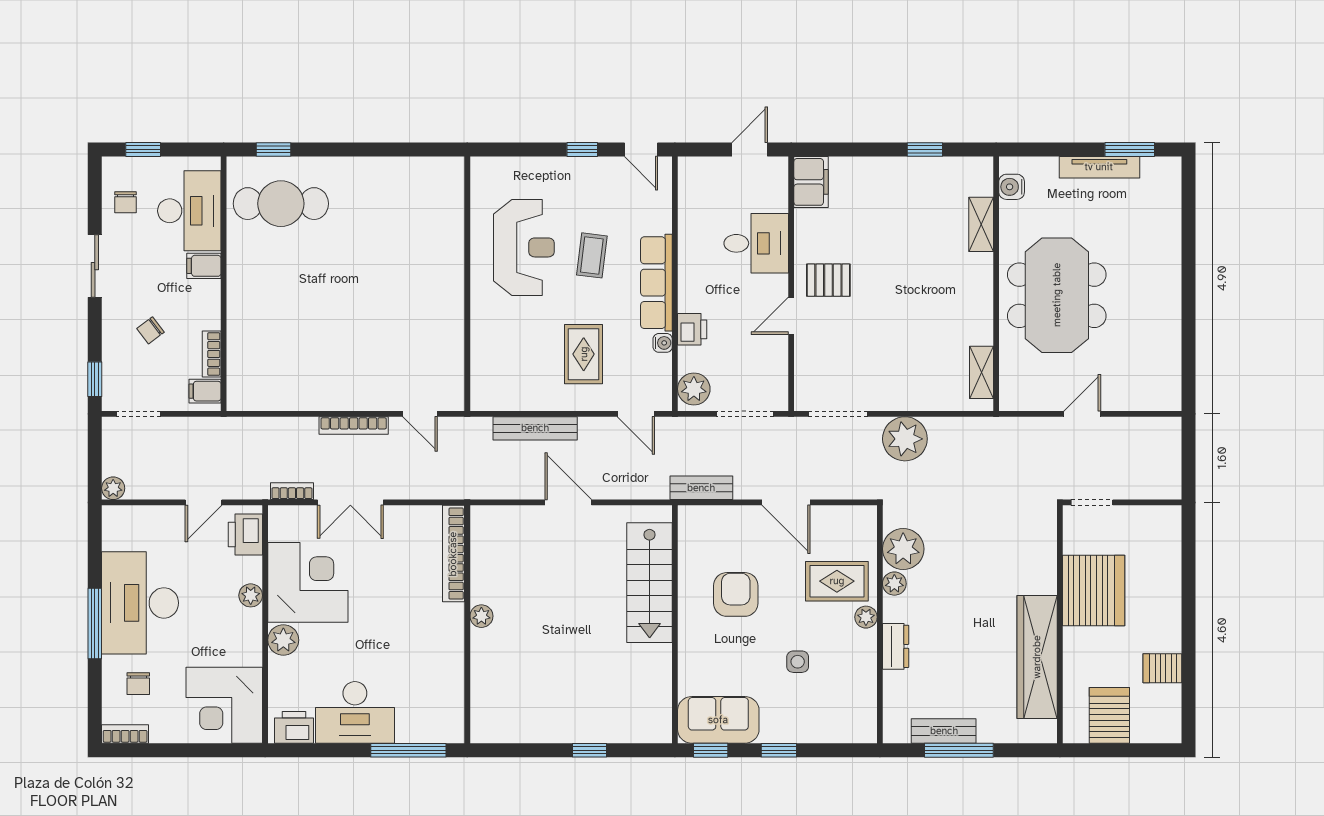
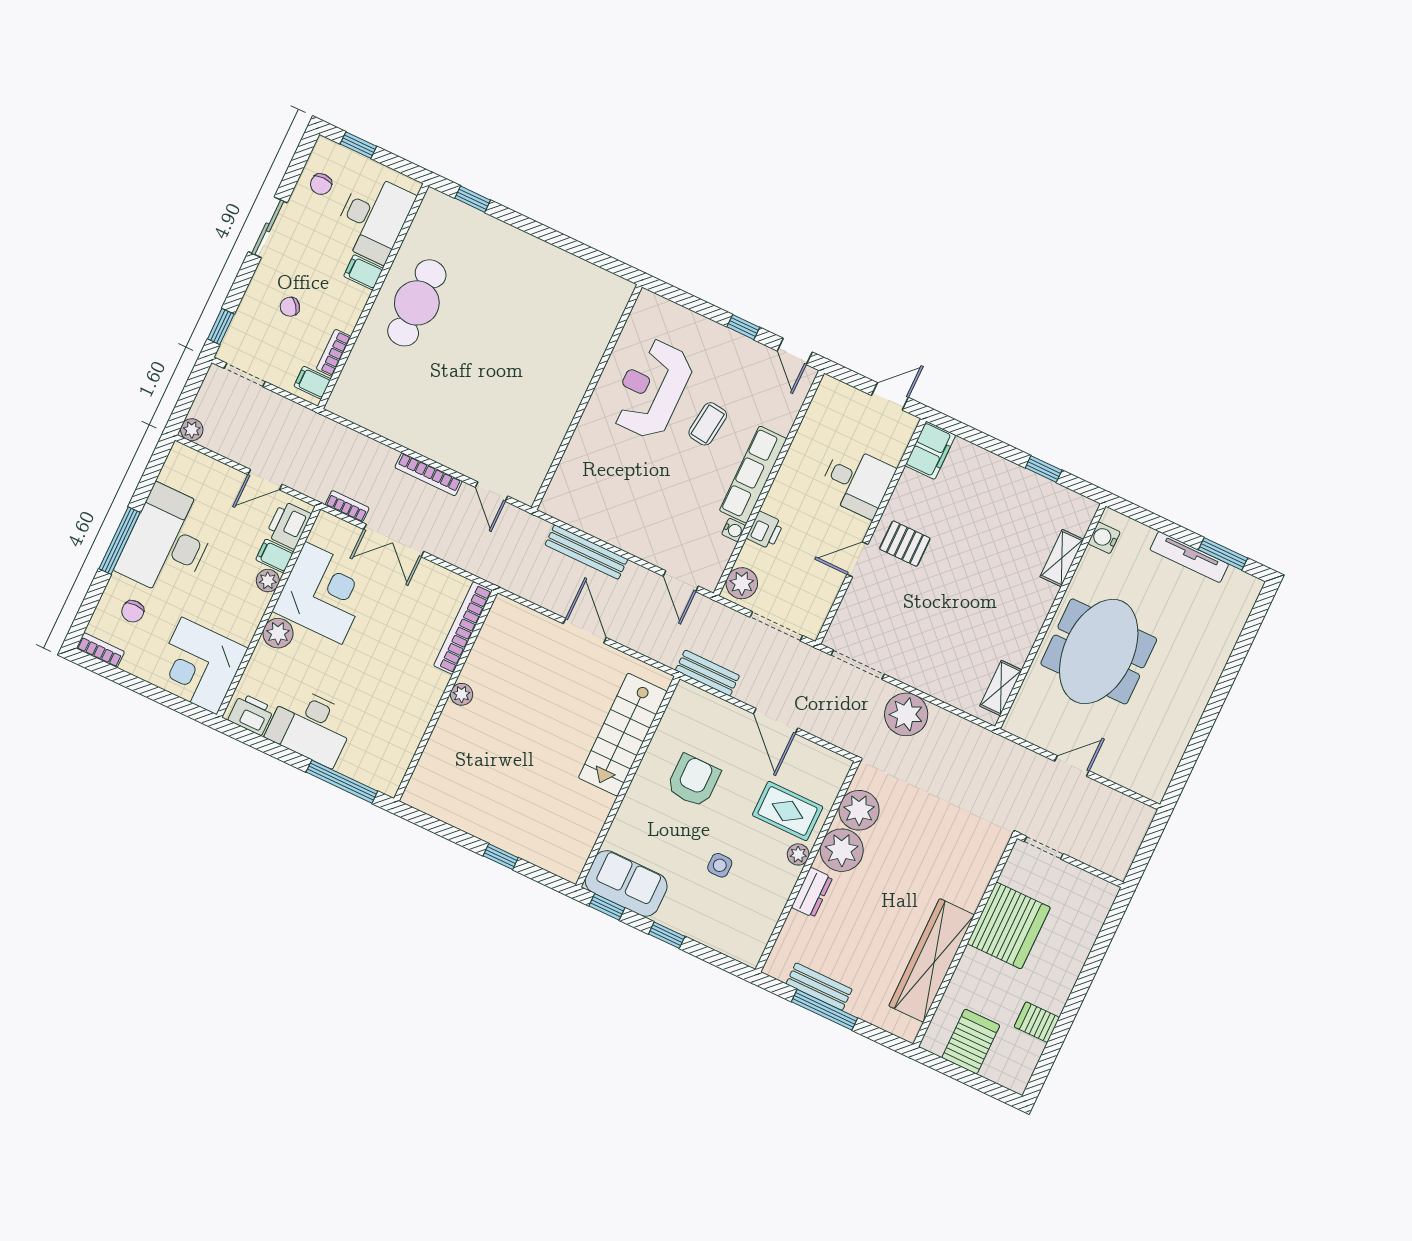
cafe table: (281, 204) -> (417, 303), moved, turned 90
reception desk: (524, 247) -> (652, 389), turned 180
rug: (584, 354) -> (660, 507), removed
filing cabinet: (246, 569) -> (275, 556), added
plant: (894, 584) -> (842, 850), width x1.87, depth x1.87

